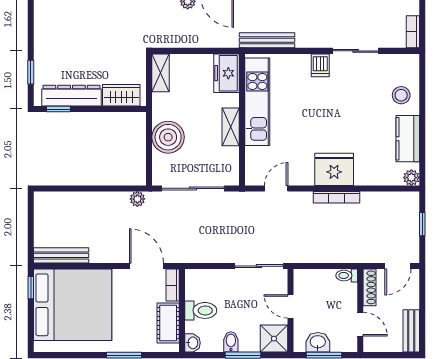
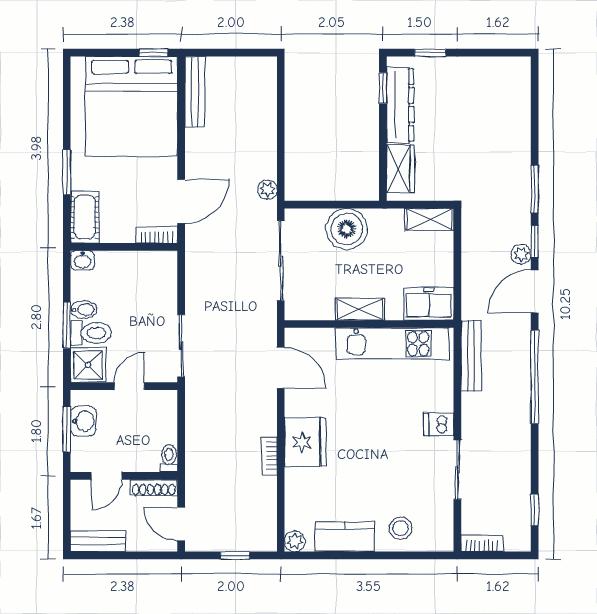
door: (276, 188) -> (281, 368), width x1.38
bookcase: (336, 197) -> (269, 456), width x0.64
toilet: (201, 310) -> (91, 333), moved, turned -90
cot: (168, 323) -> (85, 217), moved, turned 90

